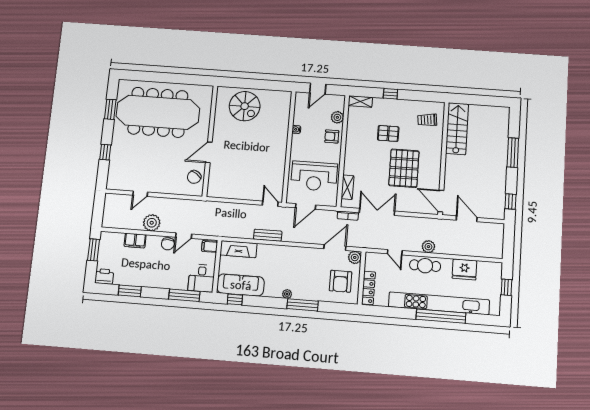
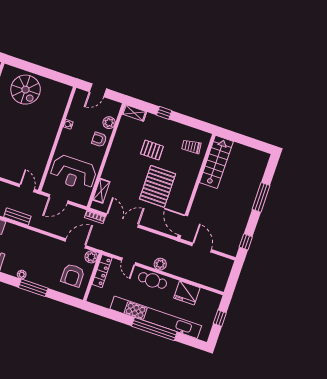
locker: (369, 288) -> (102, 271), moved

